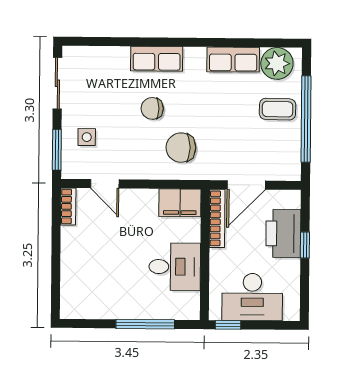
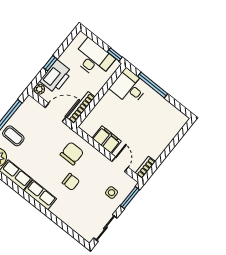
row of seats: (157, 59) -> (40, 195), moved
chair: (181, 148) -> (72, 153), turned -90
plant: (292, 199) -> (39, 89), added
filing cabinet: (180, 203) -> (107, 140), moved
desk: (175, 267) -> (129, 87), moved

